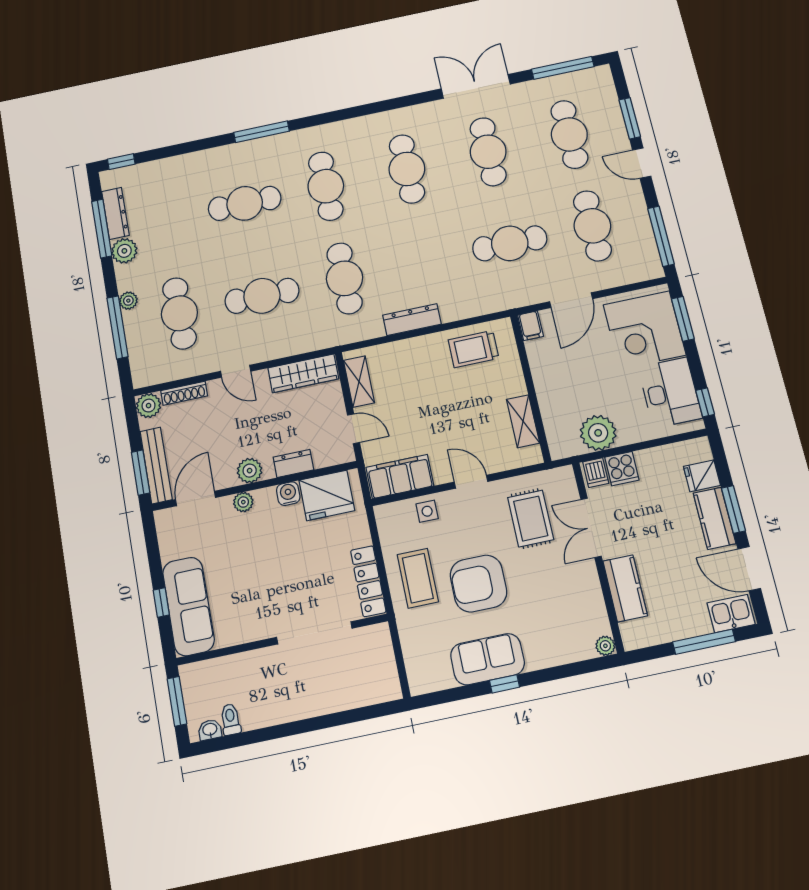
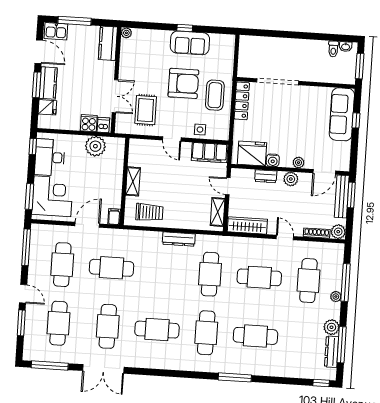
cafe table: (407, 169) -> (157, 330), turned 90
shelving: (523, 421) -> (133, 181), moved
kitchen counter: (625, 588) -> (108, 43), moved

